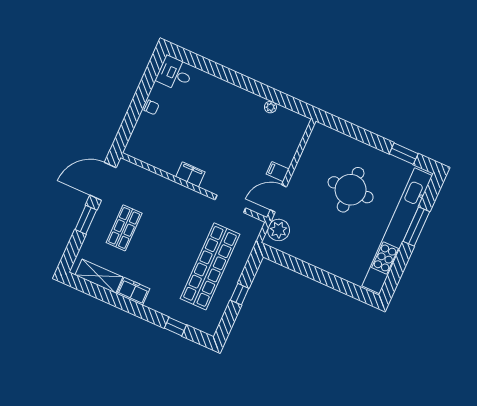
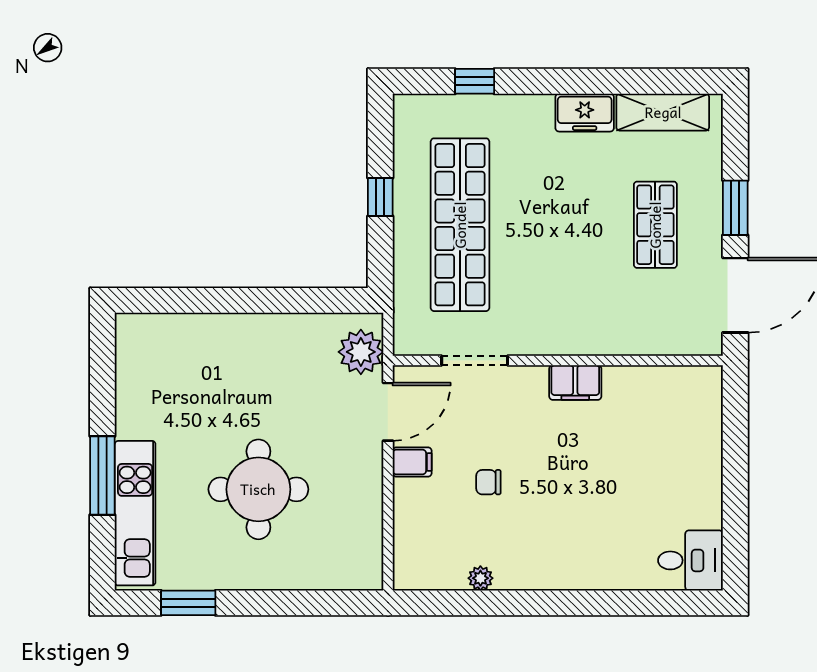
chair: (152, 107) -> (488, 482), moved
kitchen unit: (397, 231) -> (135, 513), width x0.54

